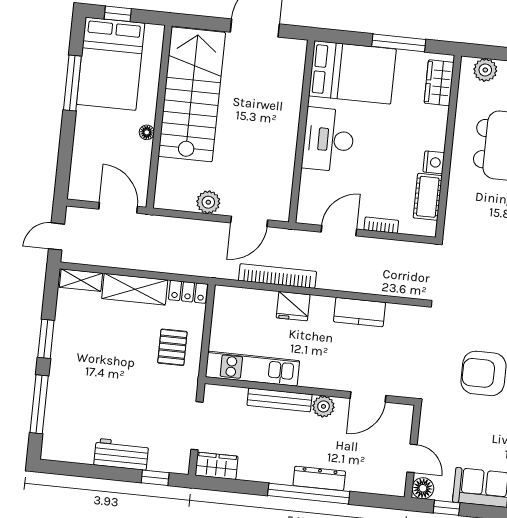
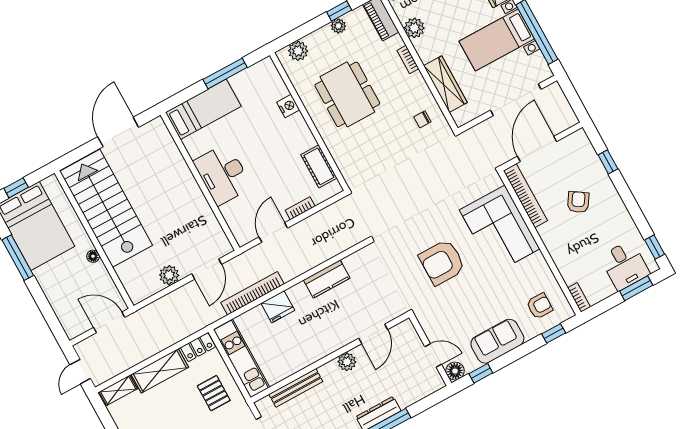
bed: (352, 72) -> (203, 109), width x0.67
wardrobe: (439, 83) -> (272, 82), removed
nightstand: (434, 162) -> (288, 106), moved
kitchen unit: (252, 369) -> (242, 359), moved, turned 90
bench: (279, 400) -> (296, 388), moved

